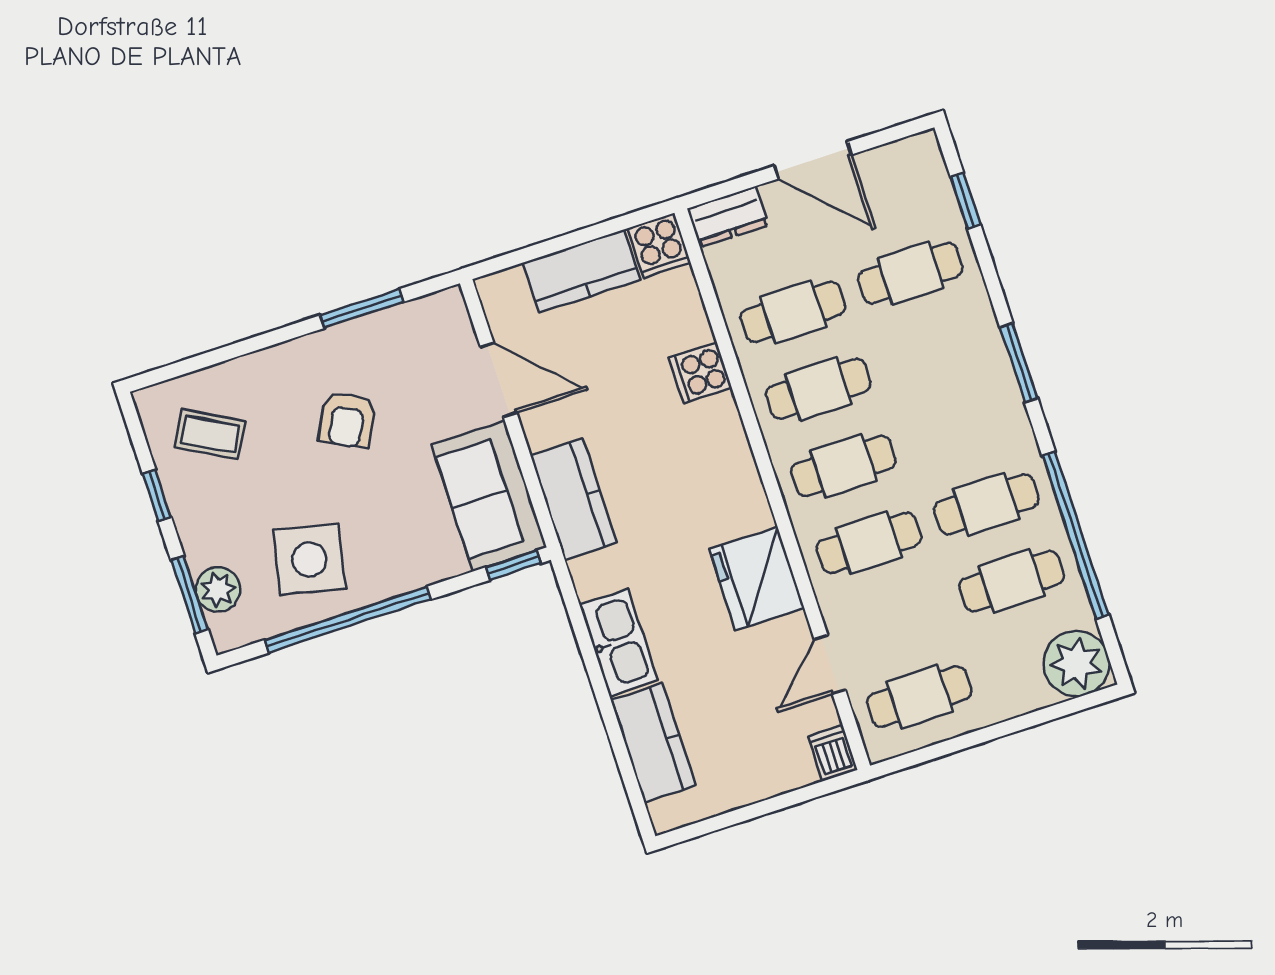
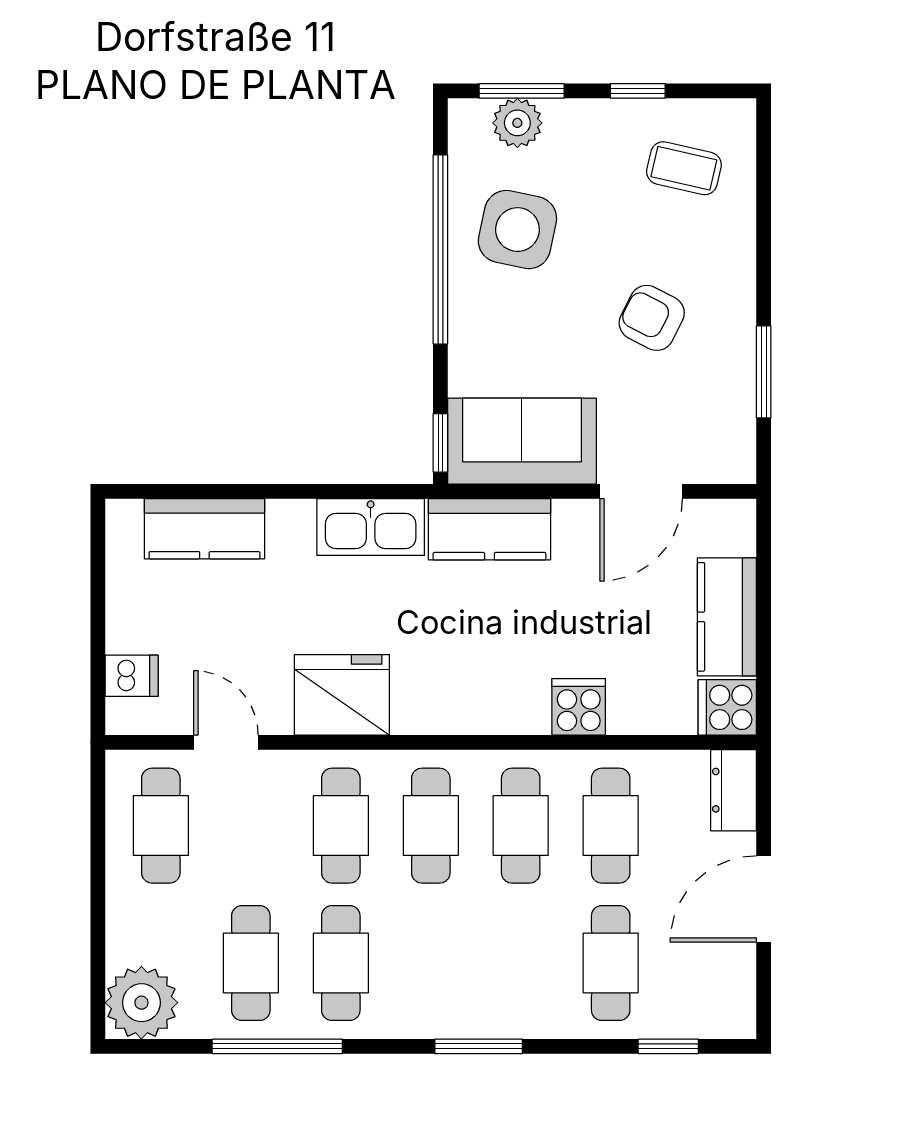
coffee table: (210, 434) -> (684, 168), turned 74
window: (1075, 535) -> (277, 1046), width x0.68
kitchen sink: (619, 643) -> (371, 527), moved
dishwasher: (833, 753) -> (132, 676), moved

